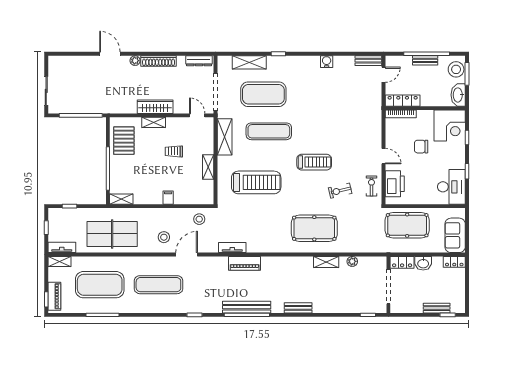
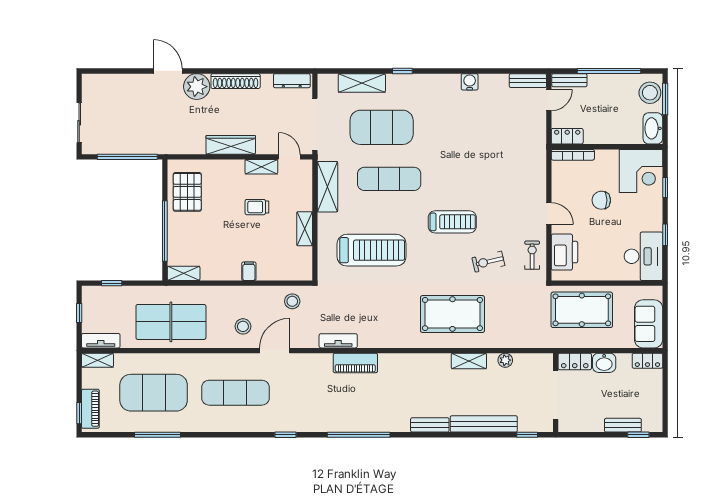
bench: (425, 60) -> (569, 80), moved
plant: (135, 61) -> (197, 87), width x1.87, depth x1.87
locker: (403, 101) -> (567, 136), width x0.66
shelving: (154, 122) -> (261, 167), moved
bench: (247, 307) -> (484, 424), moved

